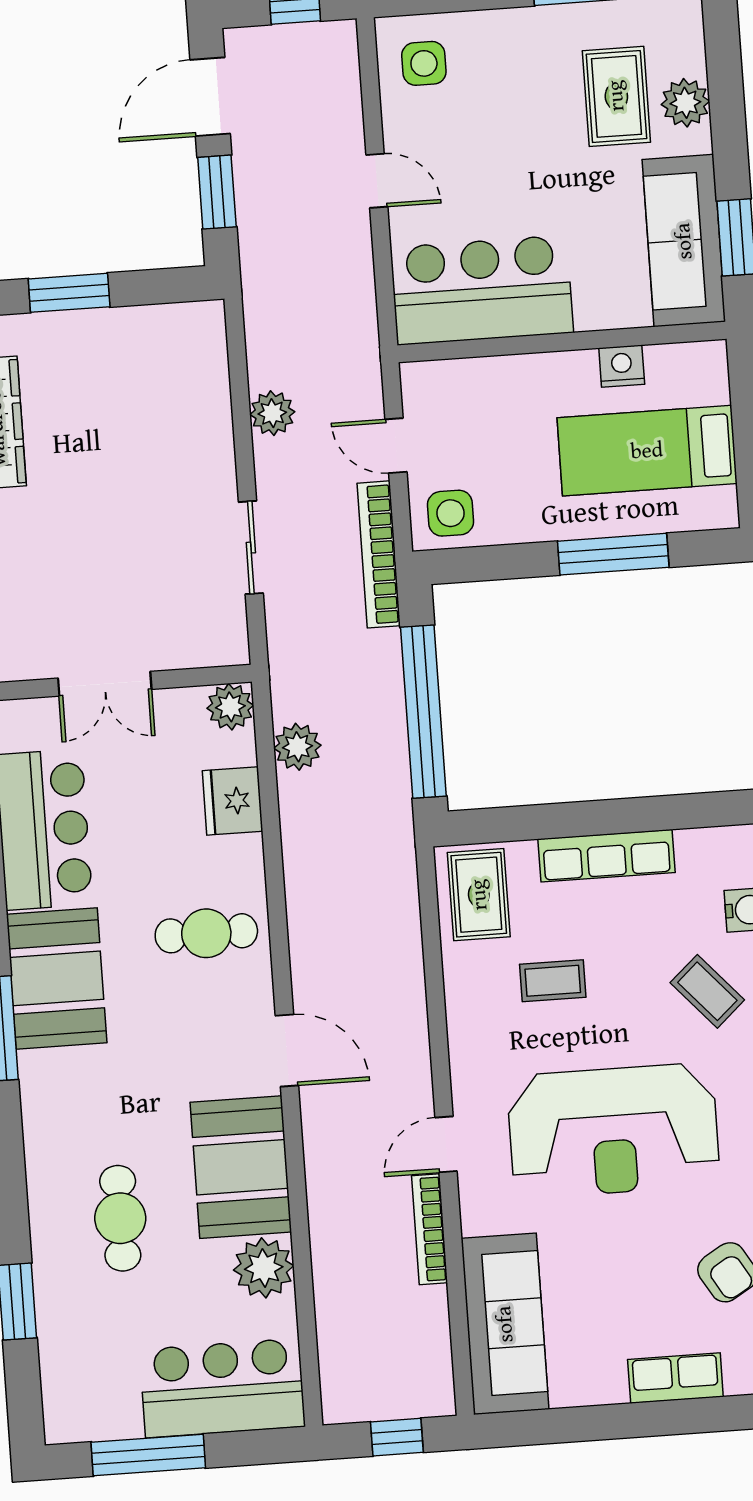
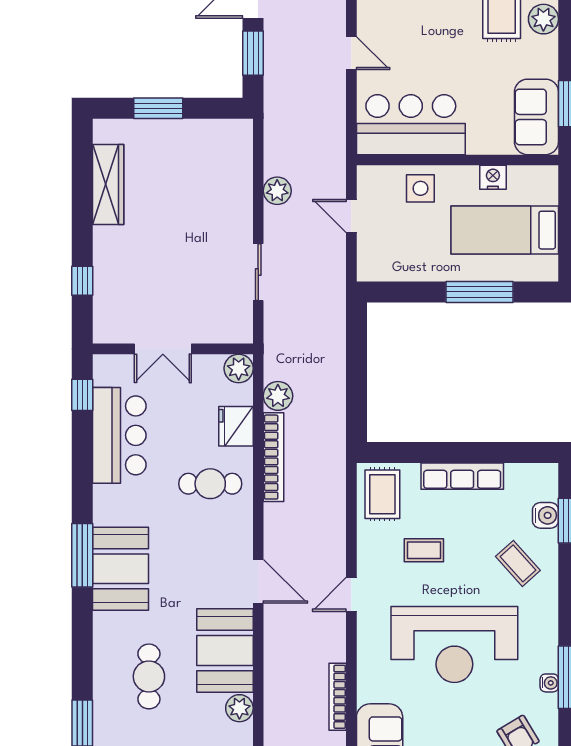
sofa: (684, 241) -> (536, 117), width x0.73
side table: (450, 513) -> (420, 188), moved
bookcase: (379, 554) -> (274, 457), moved, turned 180
window: (423, 712) -> (357, 380), removed
cafe table: (206, 933) -> (210, 484), moved
booth: (57, 978) -> (121, 569), moved
door: (446, 1144) -> (351, 594), moved
plant: (264, 1268) -> (239, 708), width x0.73, depth x0.73

